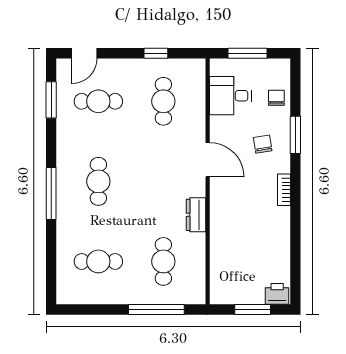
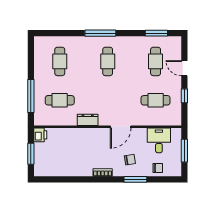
door: (84, 53) -> (184, 68), moved
cafe table: (98, 181) -> (108, 61), turned 90
printer: (277, 294) -> (40, 135), moved

